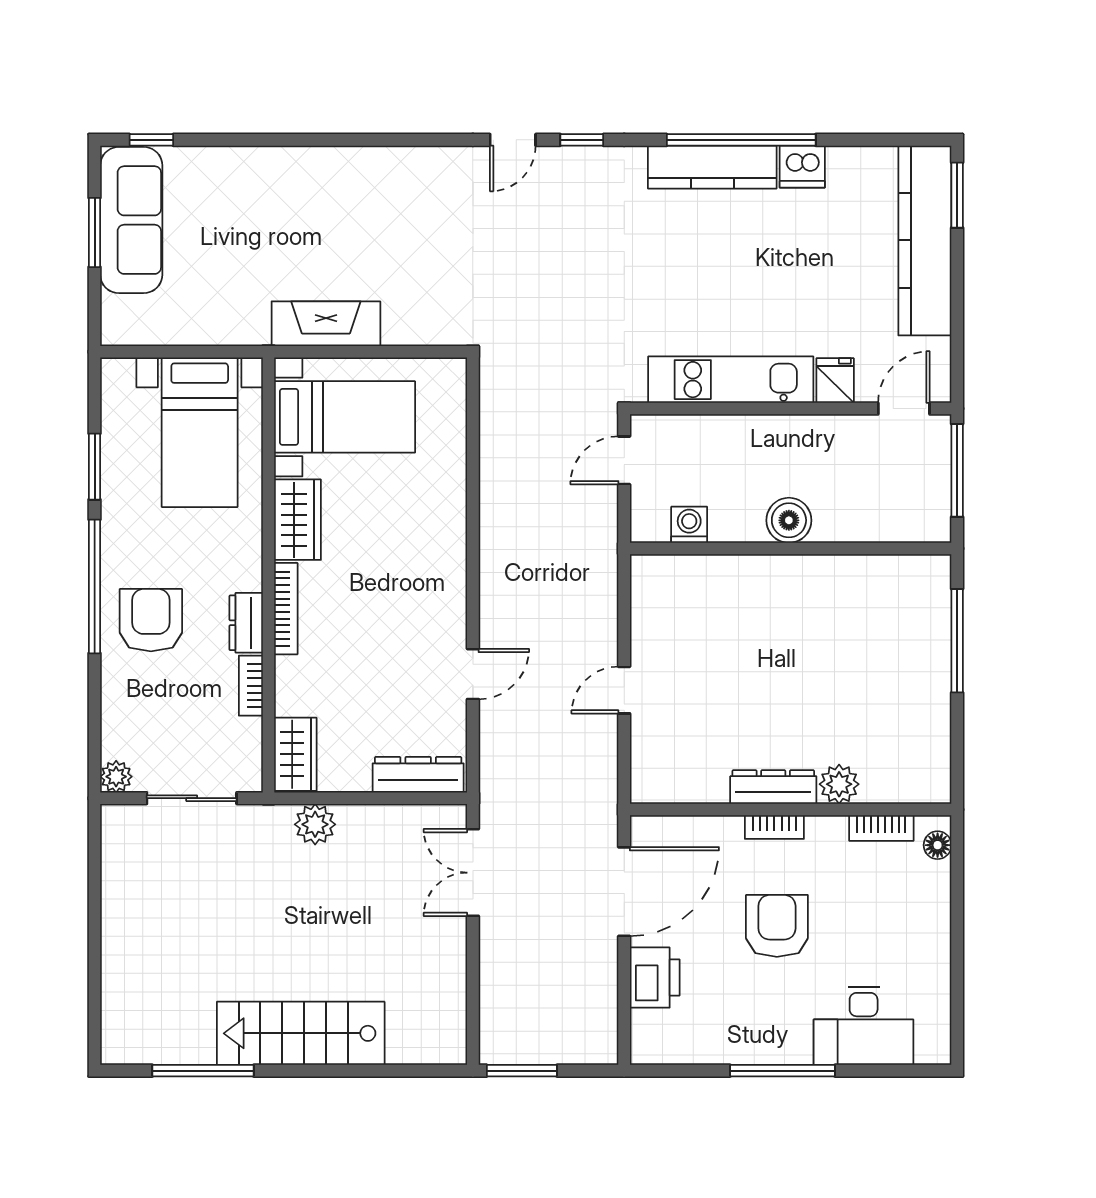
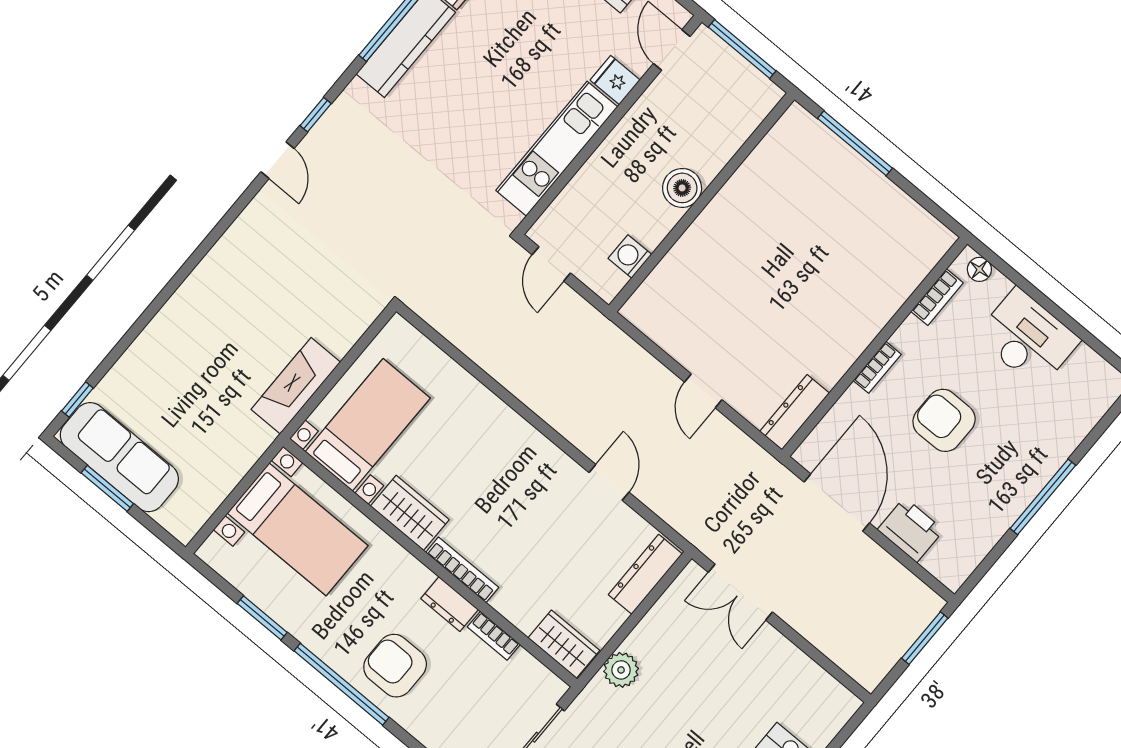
plant: (839, 784) -> (885, 301), removed
dresser: (773, 787) -> (794, 412), moved
desk: (864, 1026) -> (1028, 338), moved, turned -90
window: (522, 1071) -> (925, 638), moved

